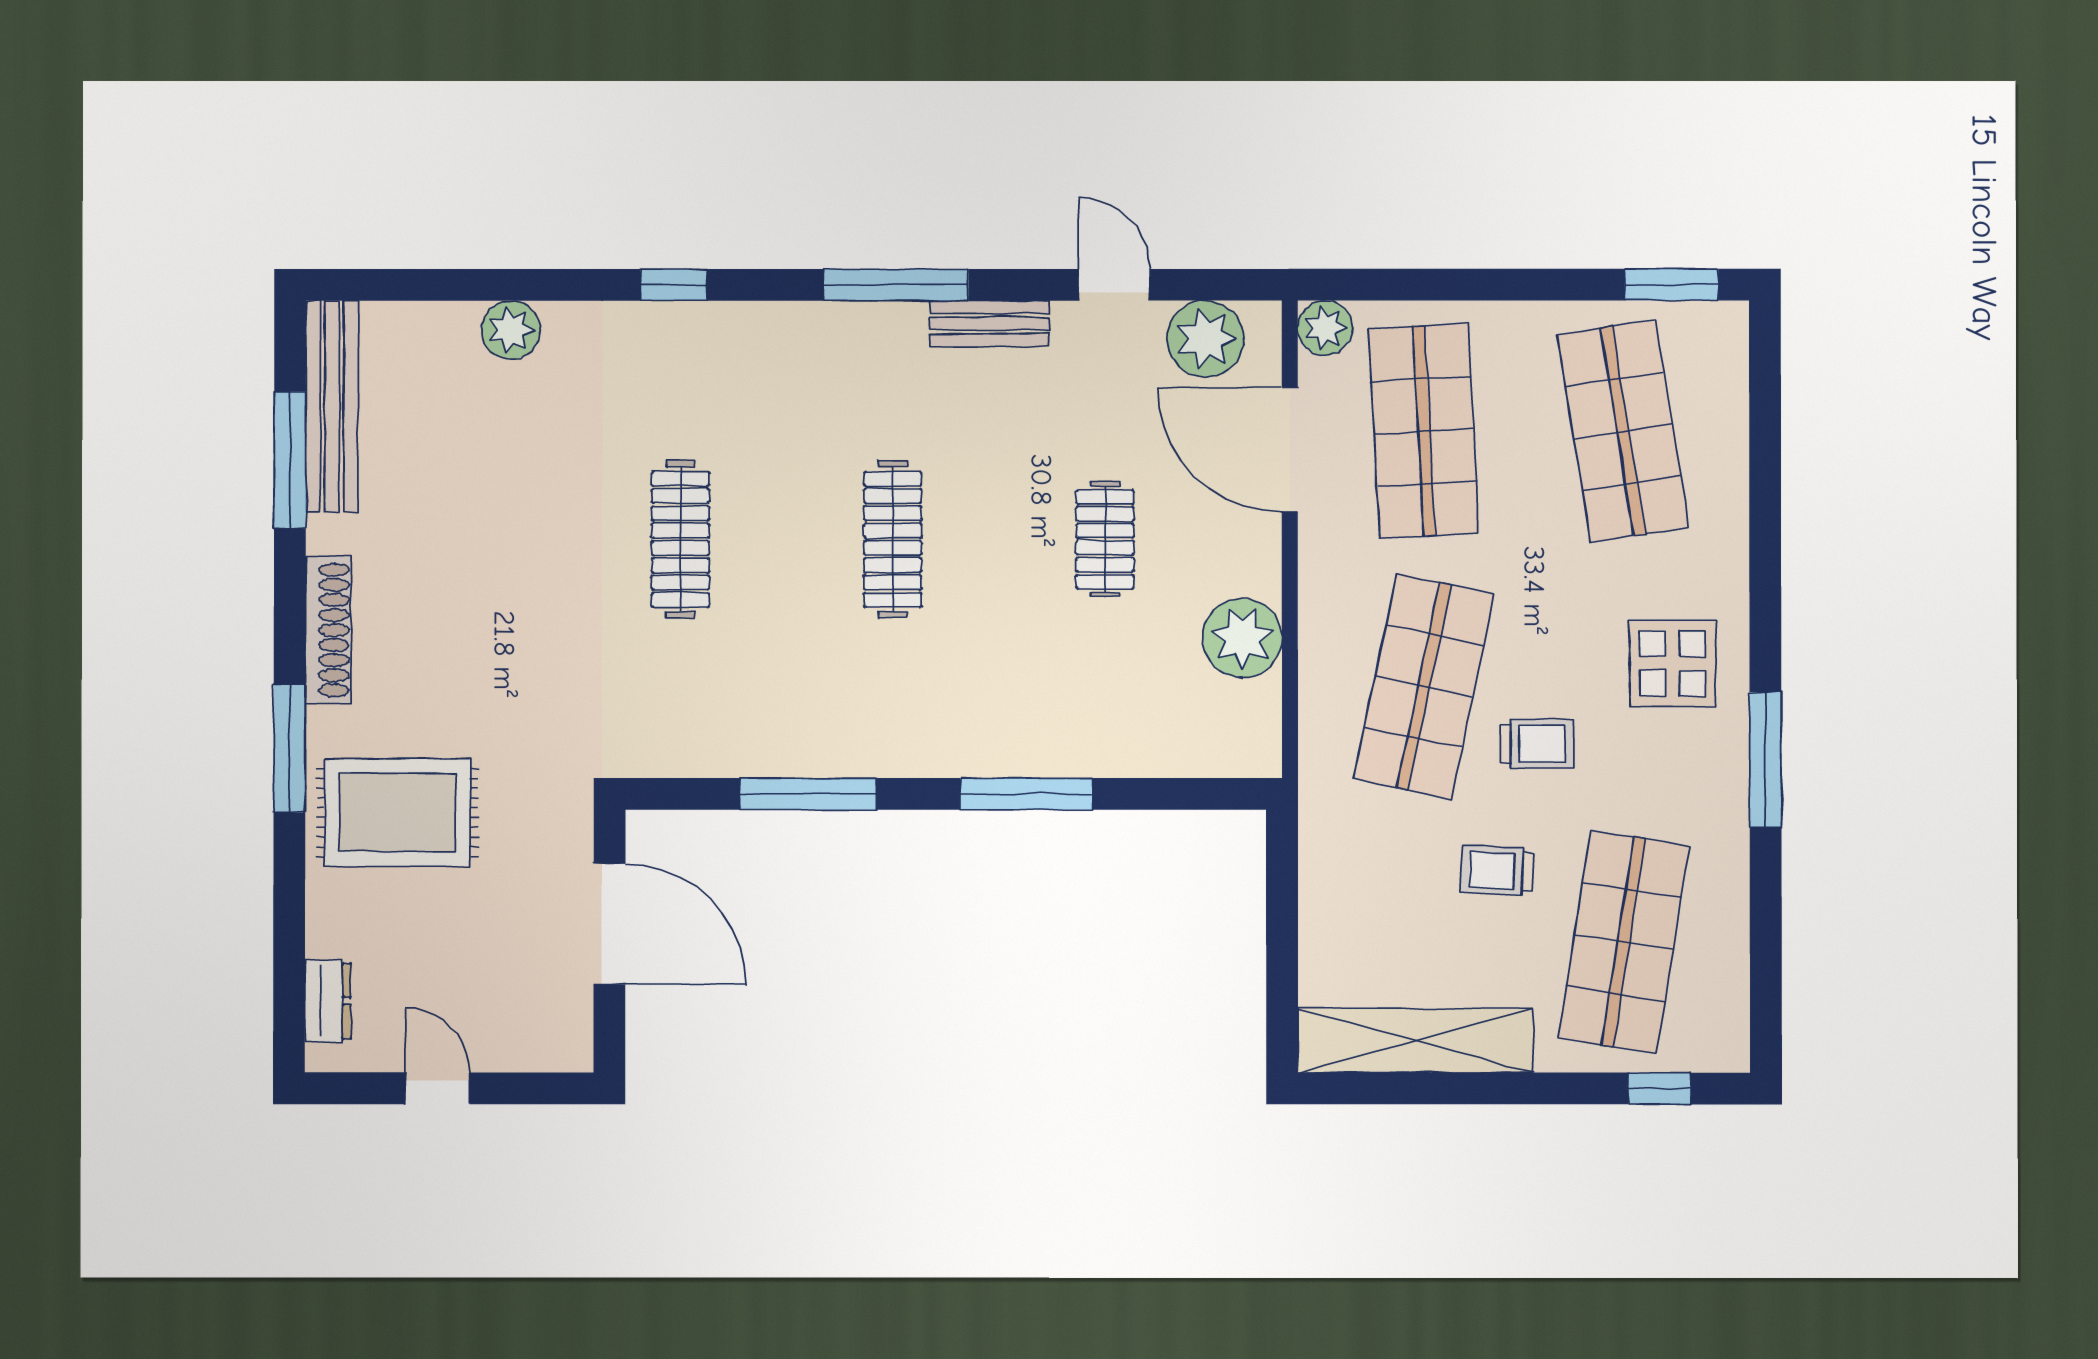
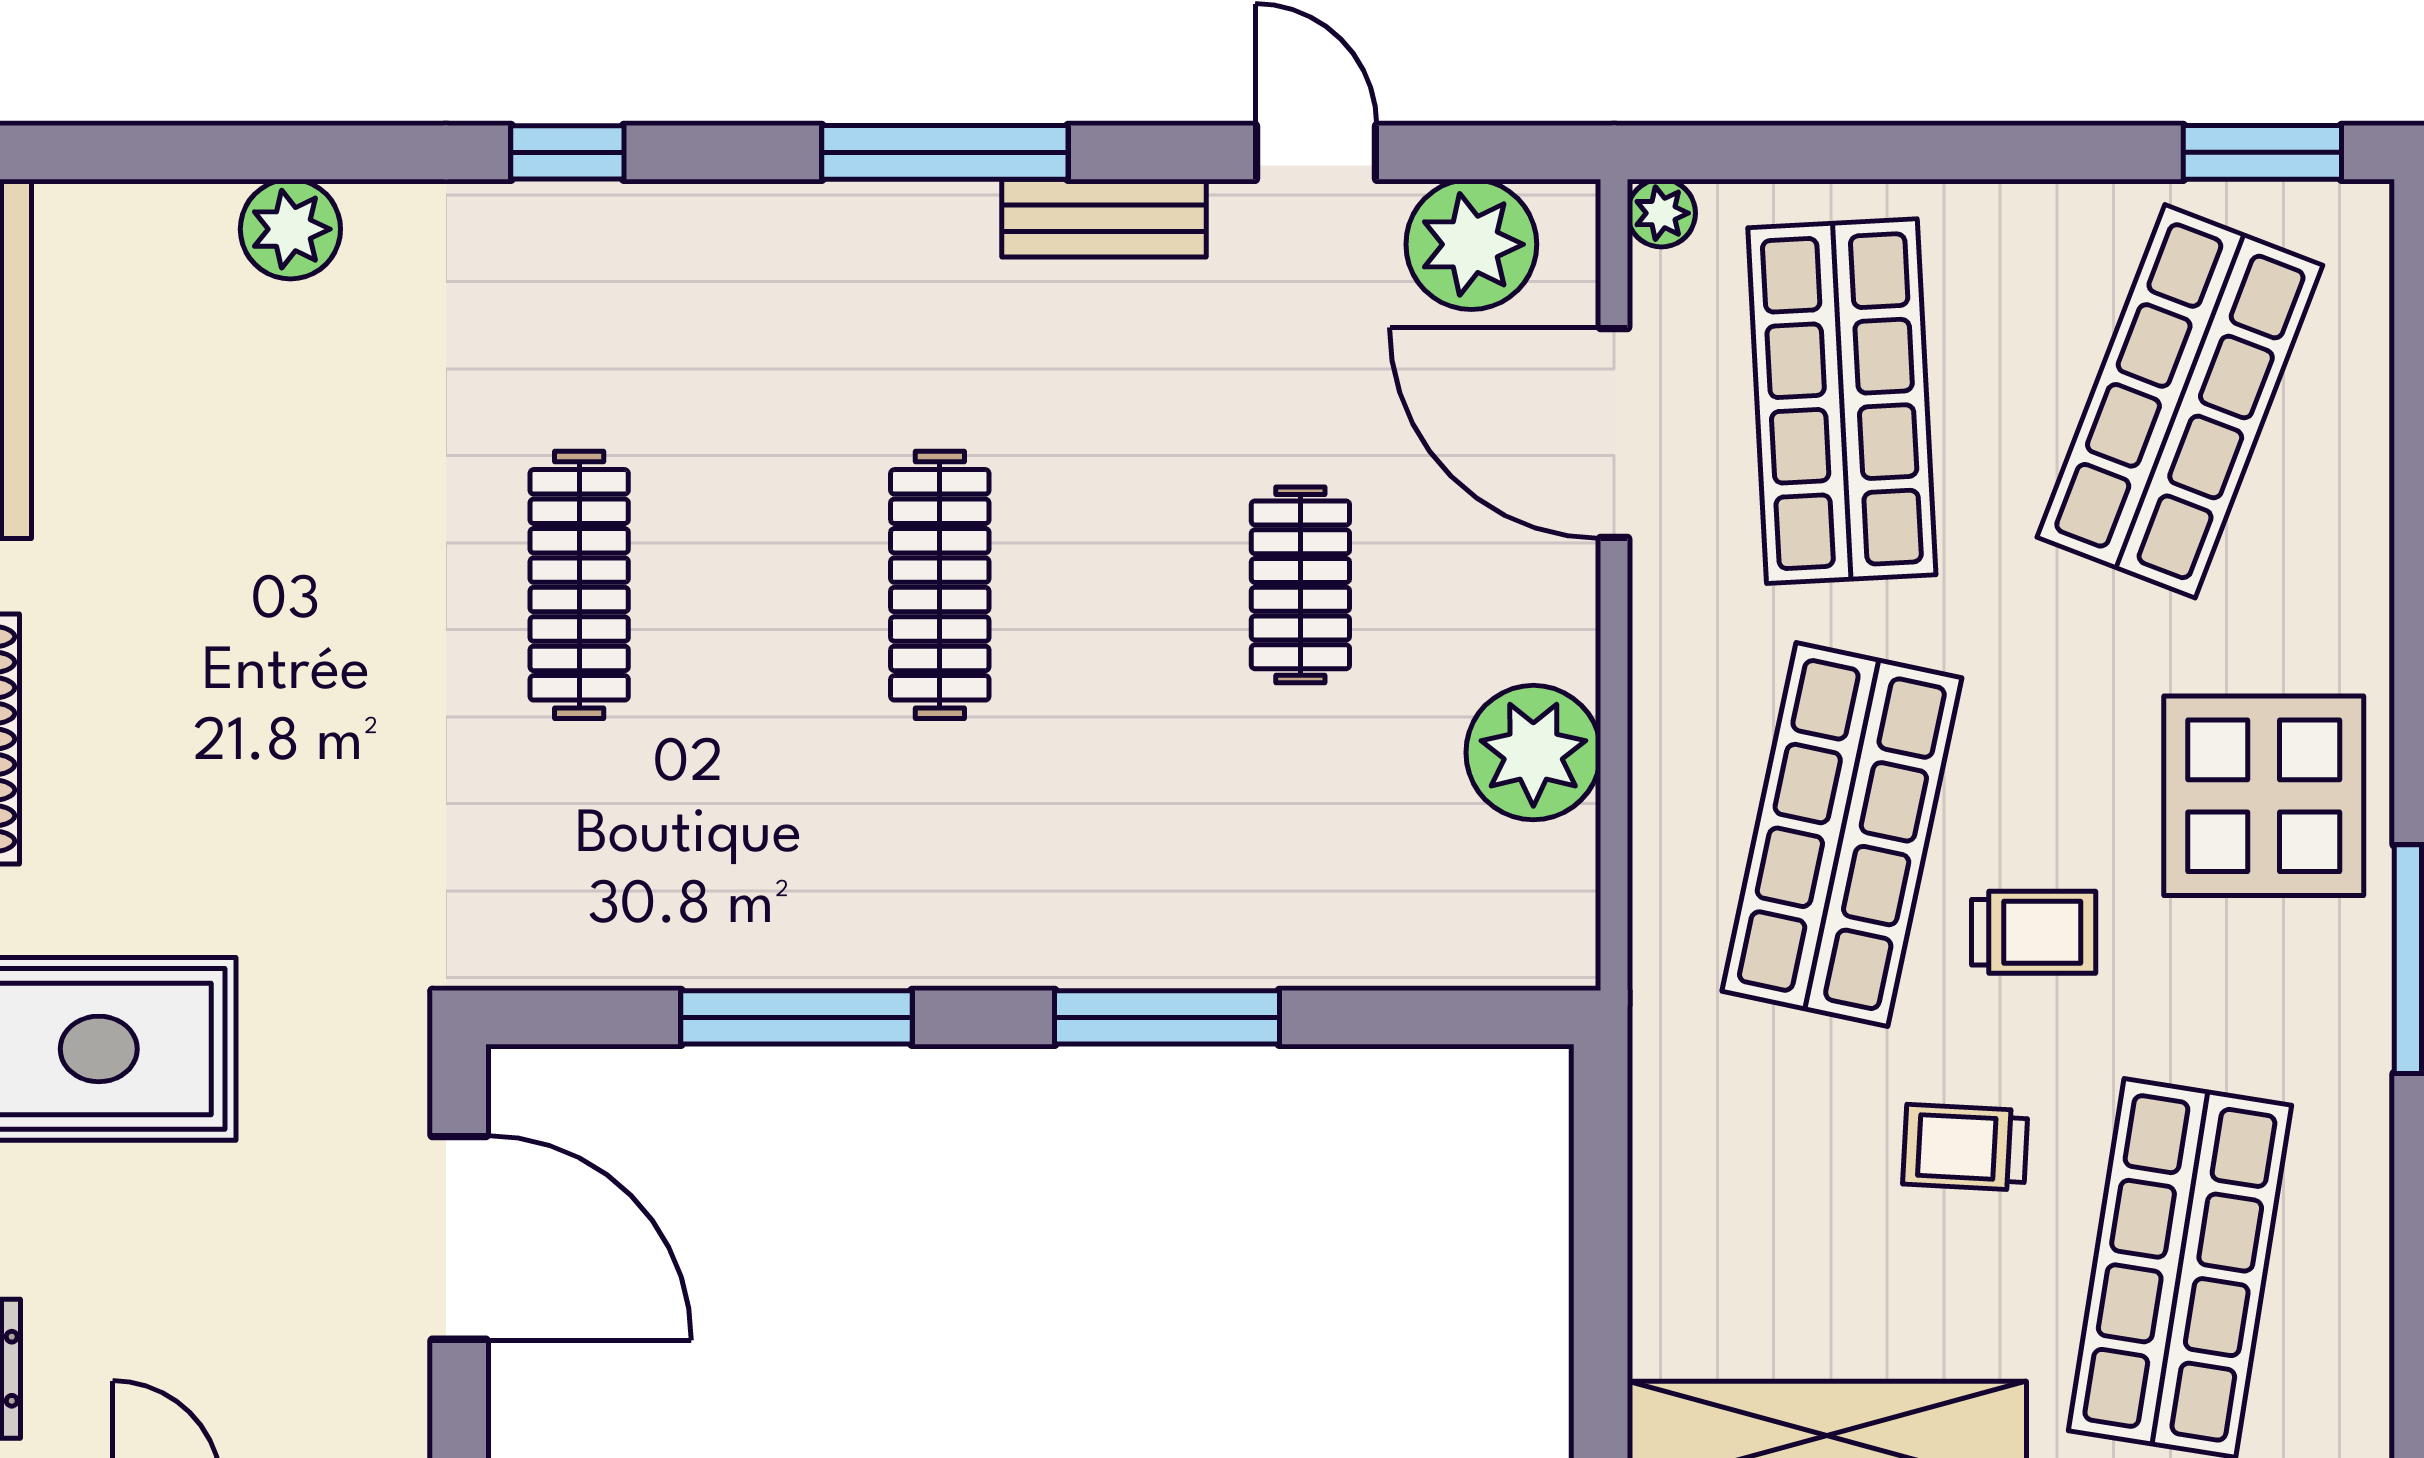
plant: (1325, 328) -> (1661, 213), width x0.73, depth x0.73
shop shelf: (1623, 431) -> (2180, 401), turned 30
display table: (1673, 663) -> (2264, 796), width x1.36, depth x1.36

